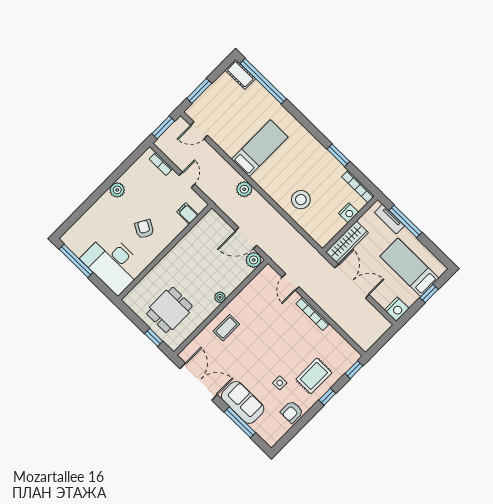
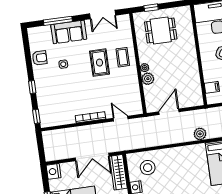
stool: (301, 200) -> (148, 168), moved
plant: (254, 260) -> (148, 79), moved
dining table: (169, 310) -> (161, 30), turned 90
rug: (314, 376) -> (100, 63), moved
double door: (199, 382) -> (103, 15), width x0.73
armchair: (292, 412) -> (40, 58), turned 90

